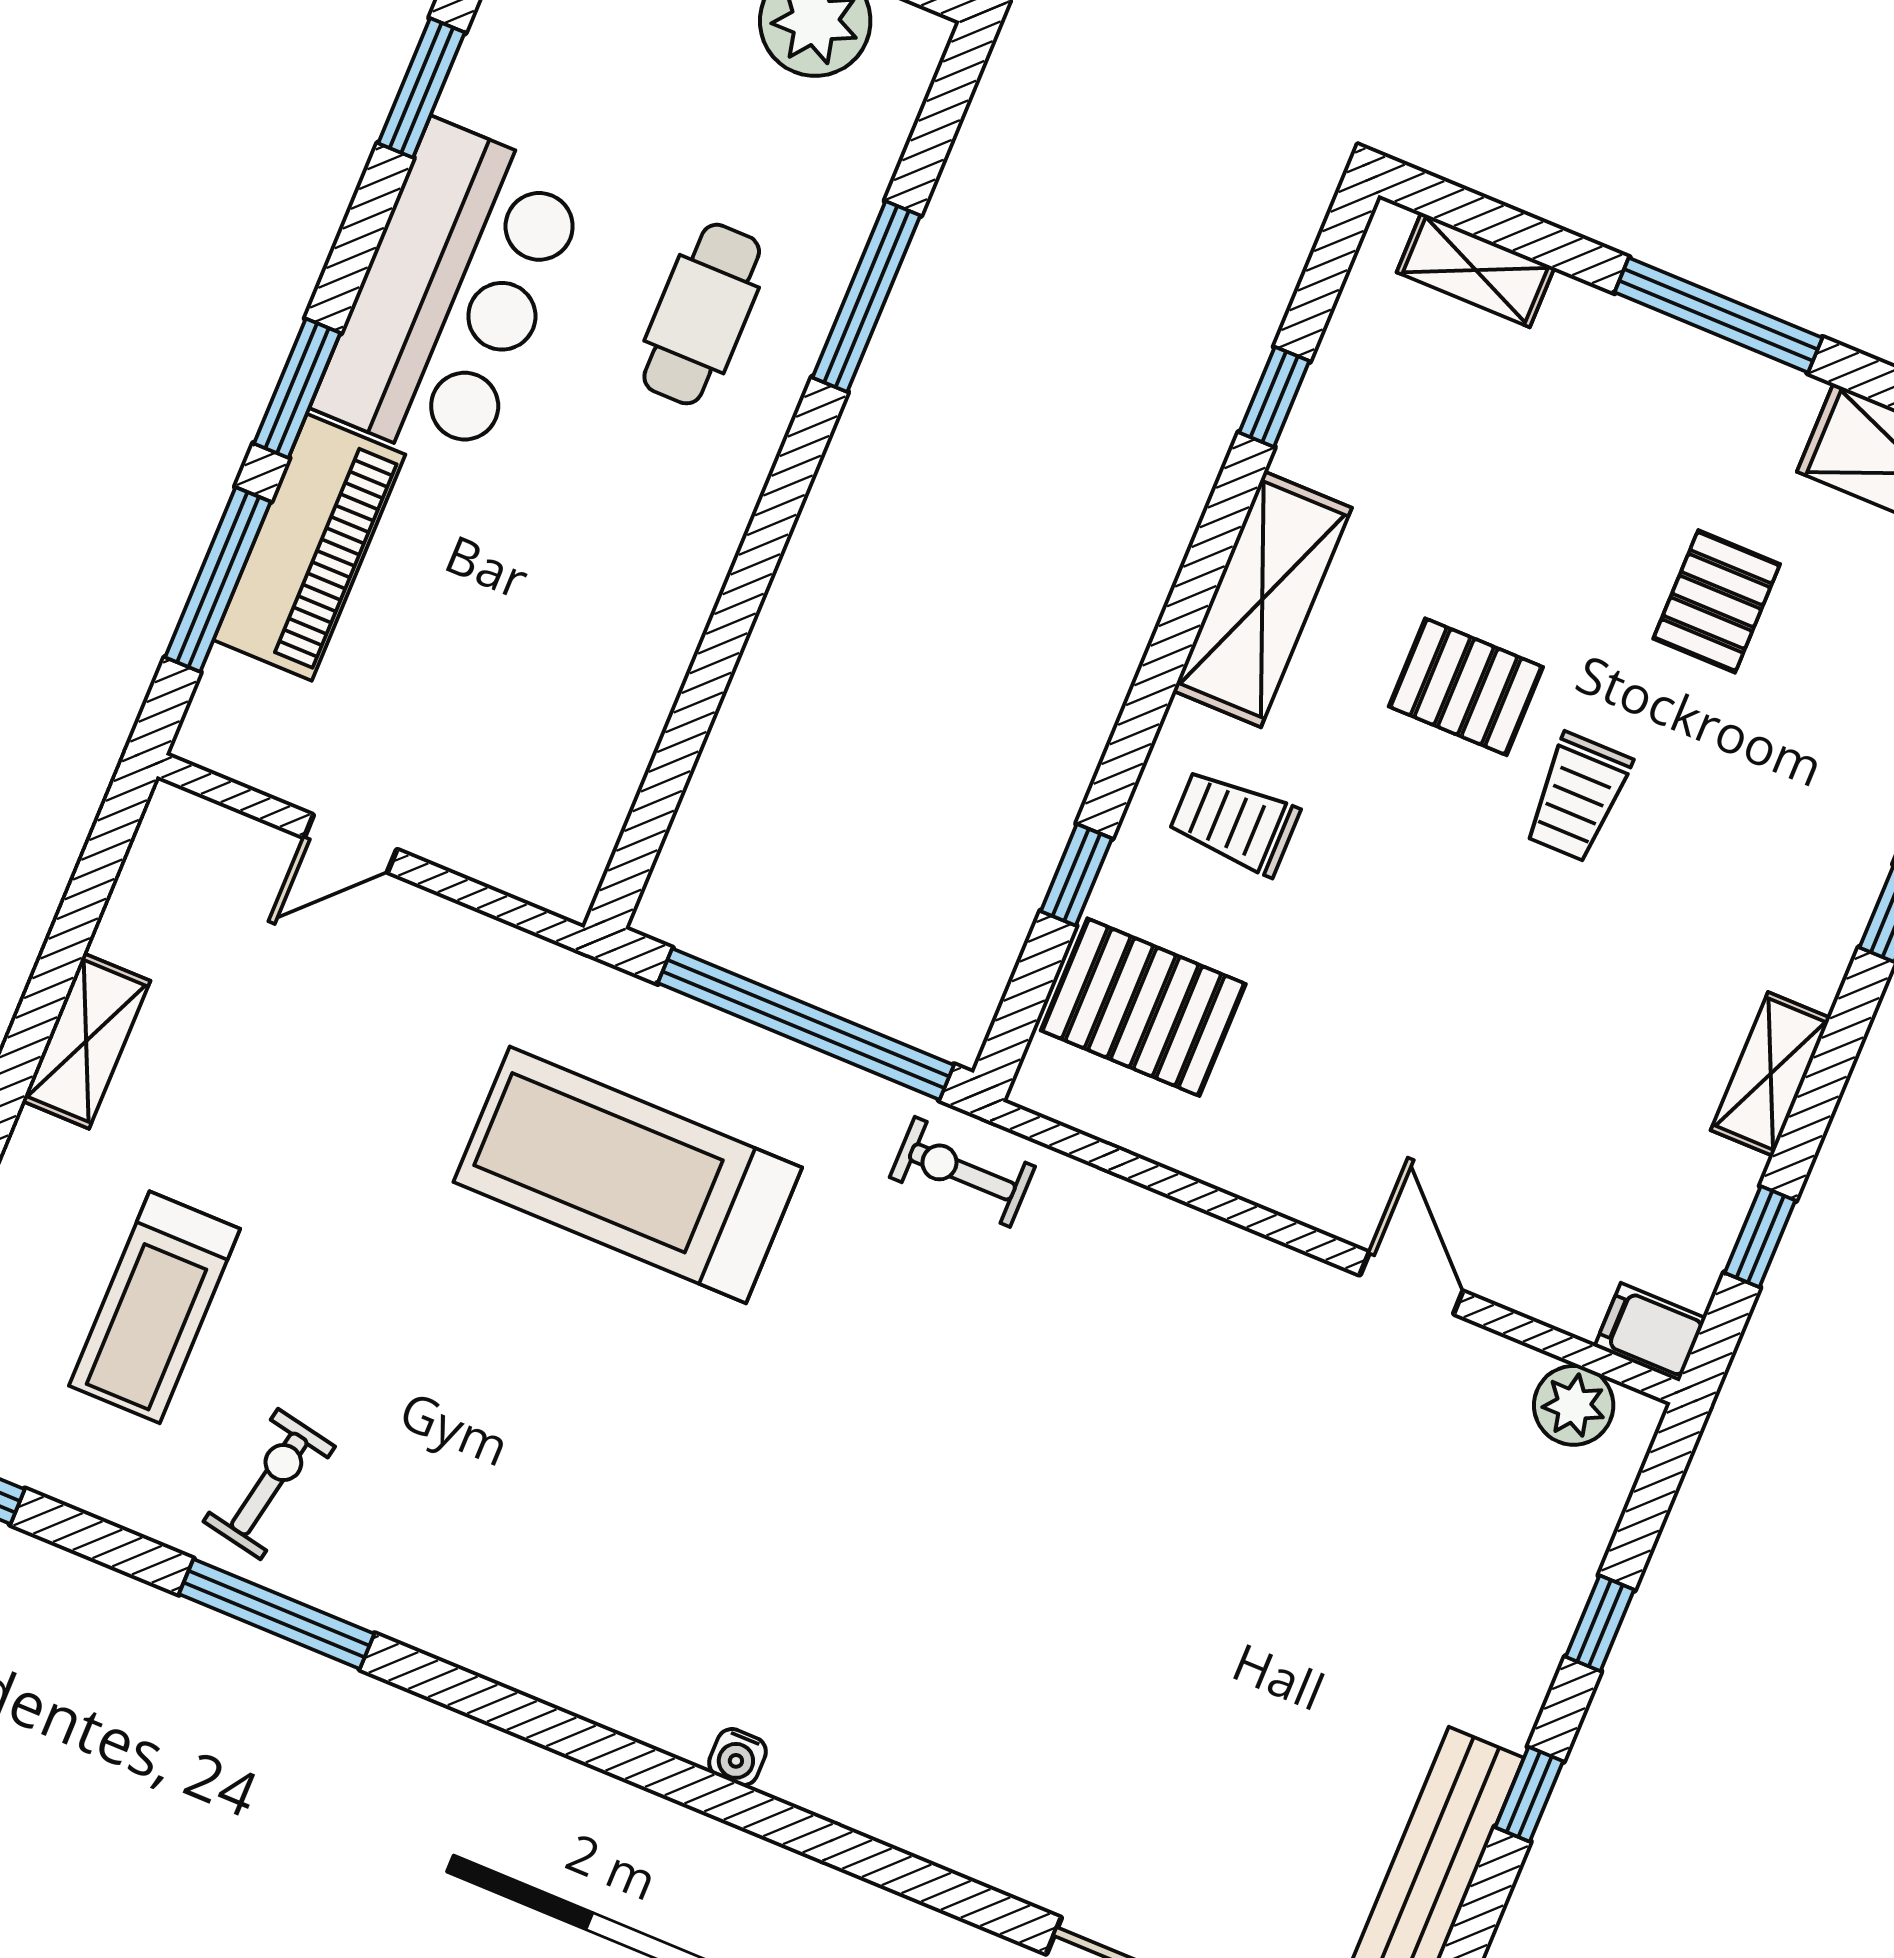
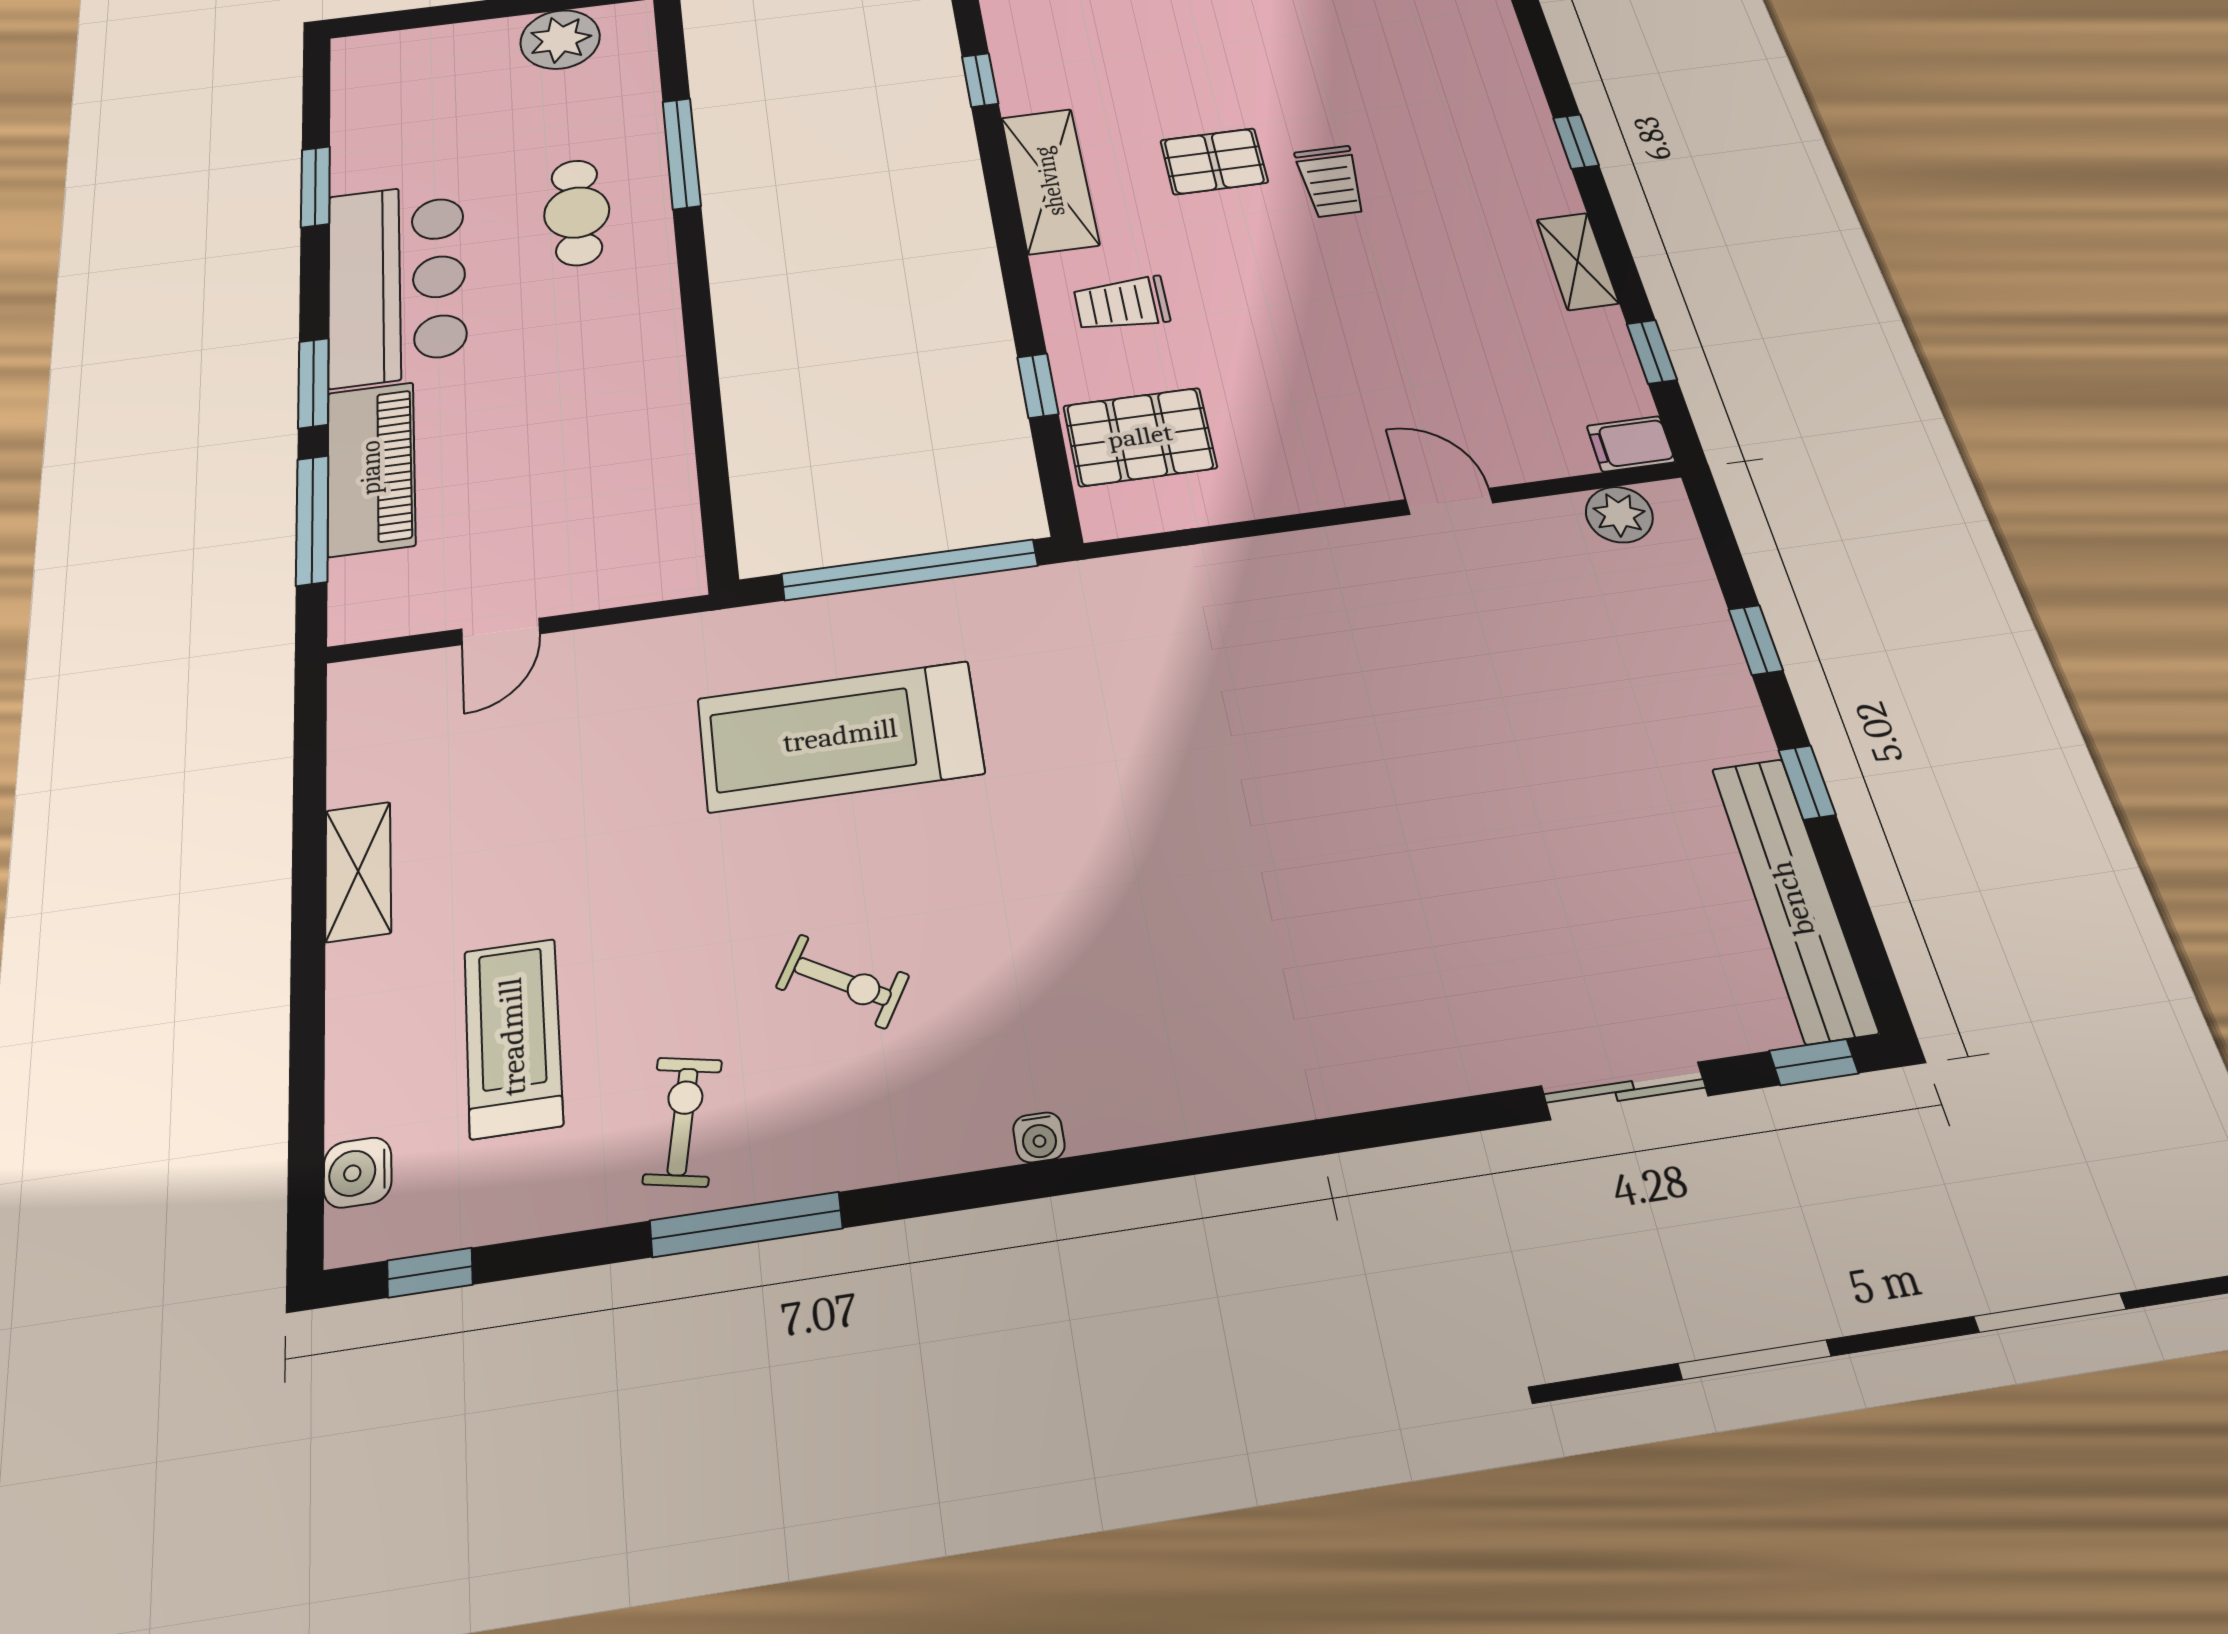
pallet: (1717, 601) -> (1332, 47), removed
exercise bike: (962, 1172) -> (843, 981), moved, turned -150
treadmill: (155, 1307) -> (513, 1037), turned 180
water cooler: (737, 1757) -> (1039, 1137), moved

